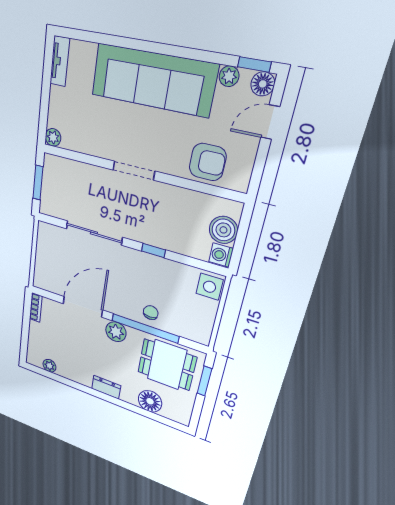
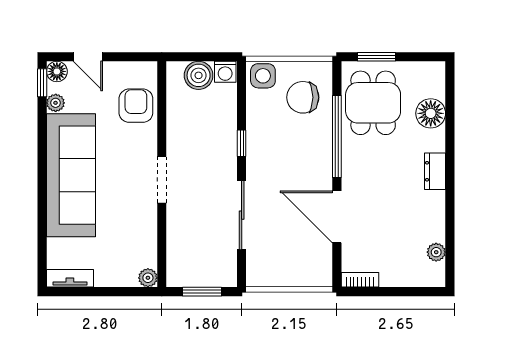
chair: (151, 313) -> (303, 97), moved, width x1.87, depth x1.87
plant: (116, 332) -> (354, 171), removed

